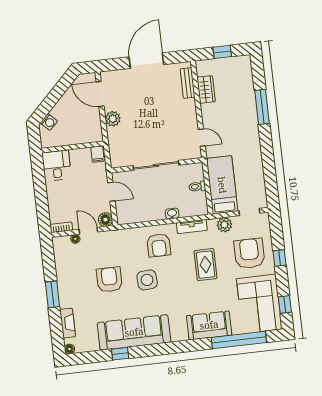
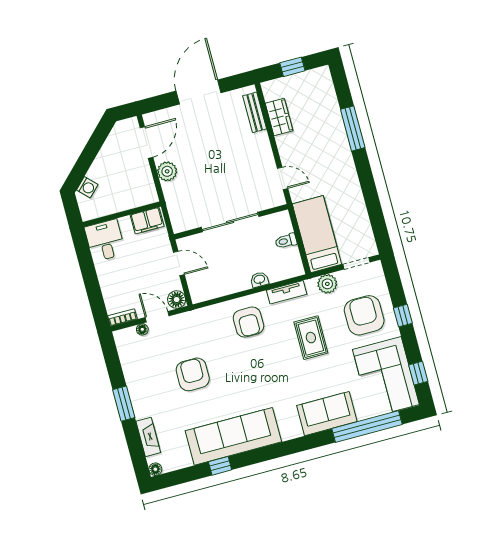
door: (100, 94) -> (146, 142), swing flipped
filing cabinet: (97, 154) -> (147, 221), width x2.00
side table: (147, 280) -> (240, 368), removed

